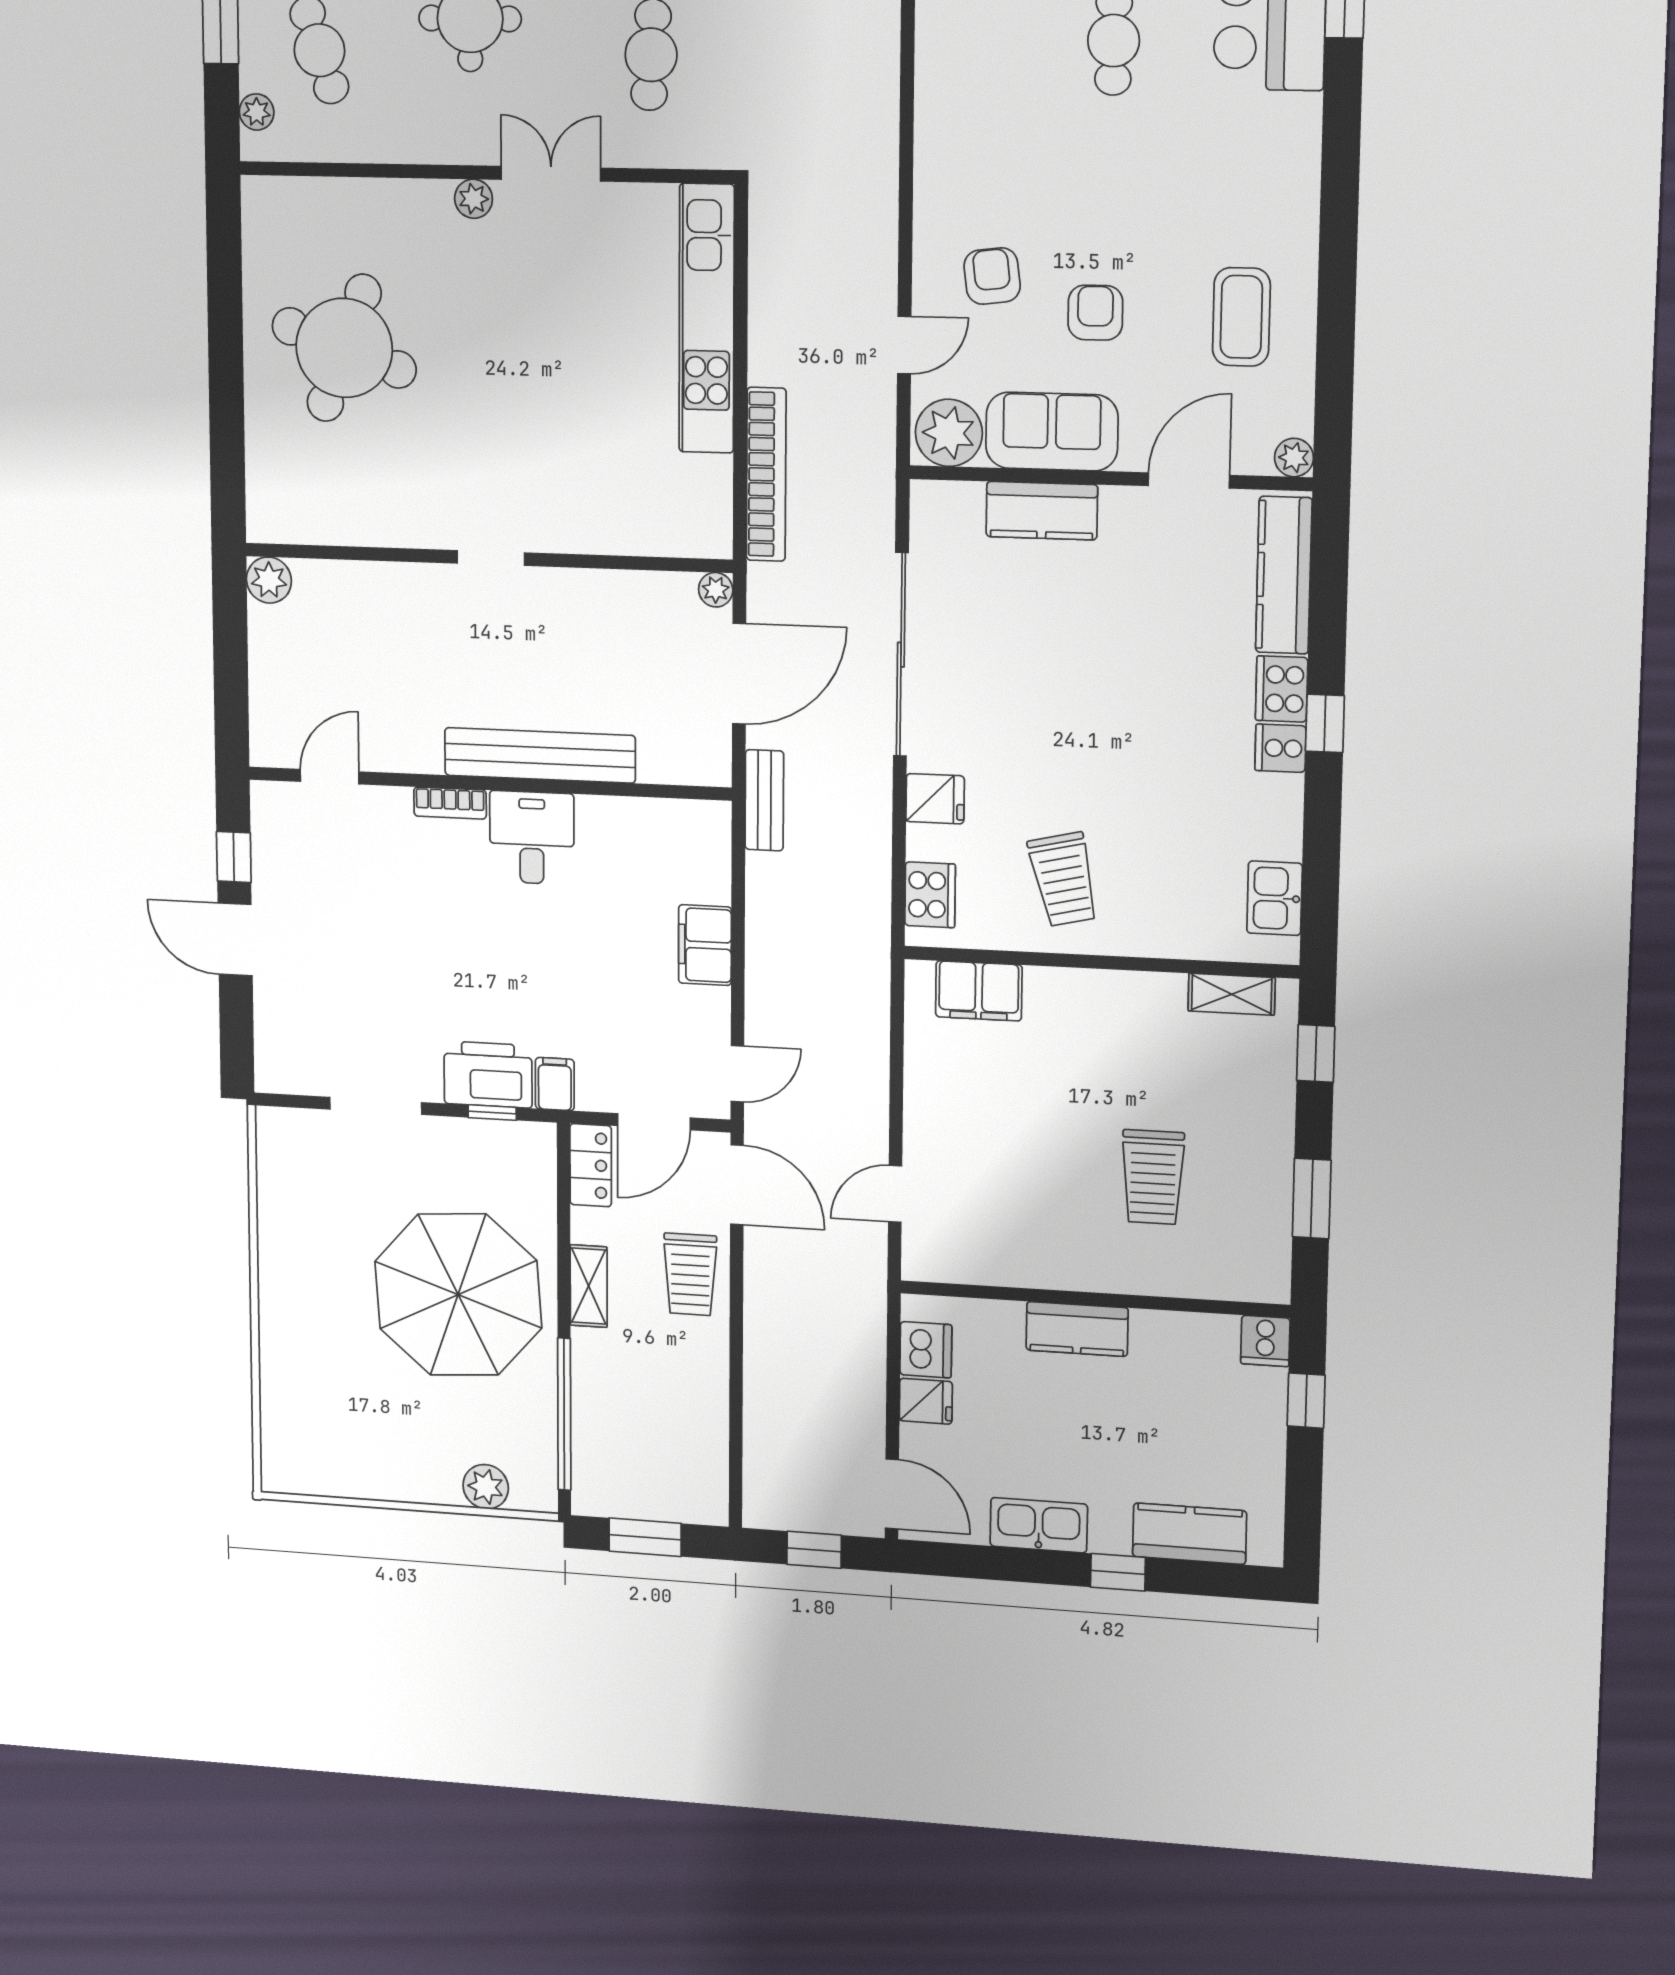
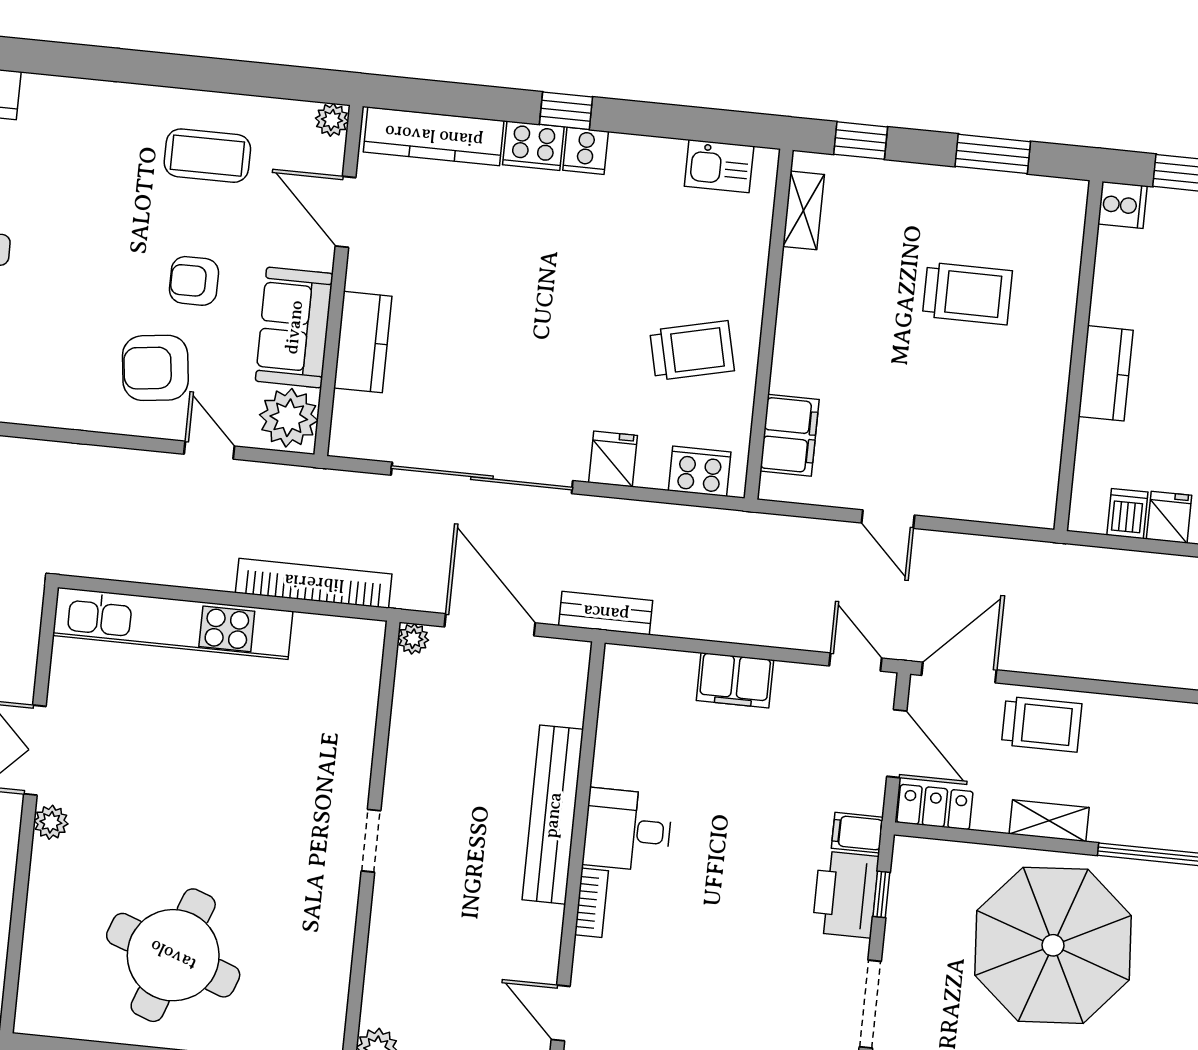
armchair: (992, 276) -> (155, 368), width x1.38, depth x1.38
door: (895, 1194) -> (888, 519), moved
dishwasher: (926, 1350) -> (1127, 514), width x0.73

